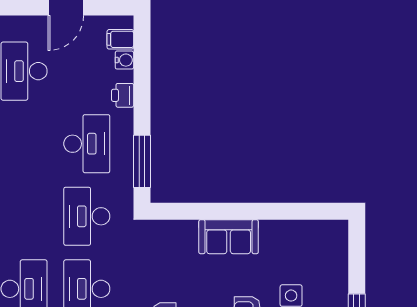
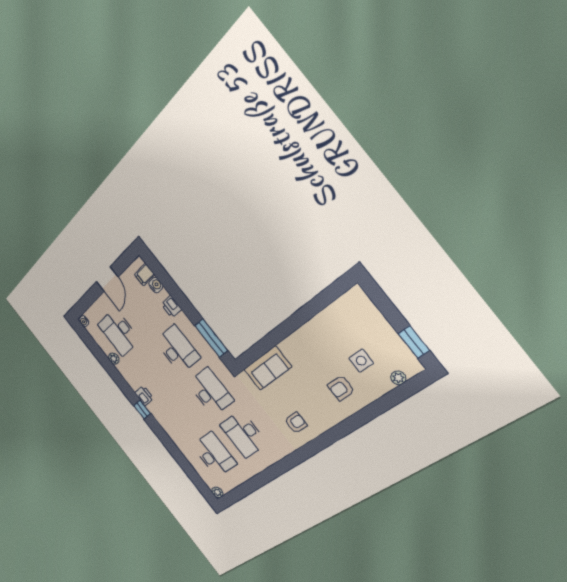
desk: (87, 216) -> (210, 392), turned 180
sofa: (229, 237) -> (268, 368), moved

